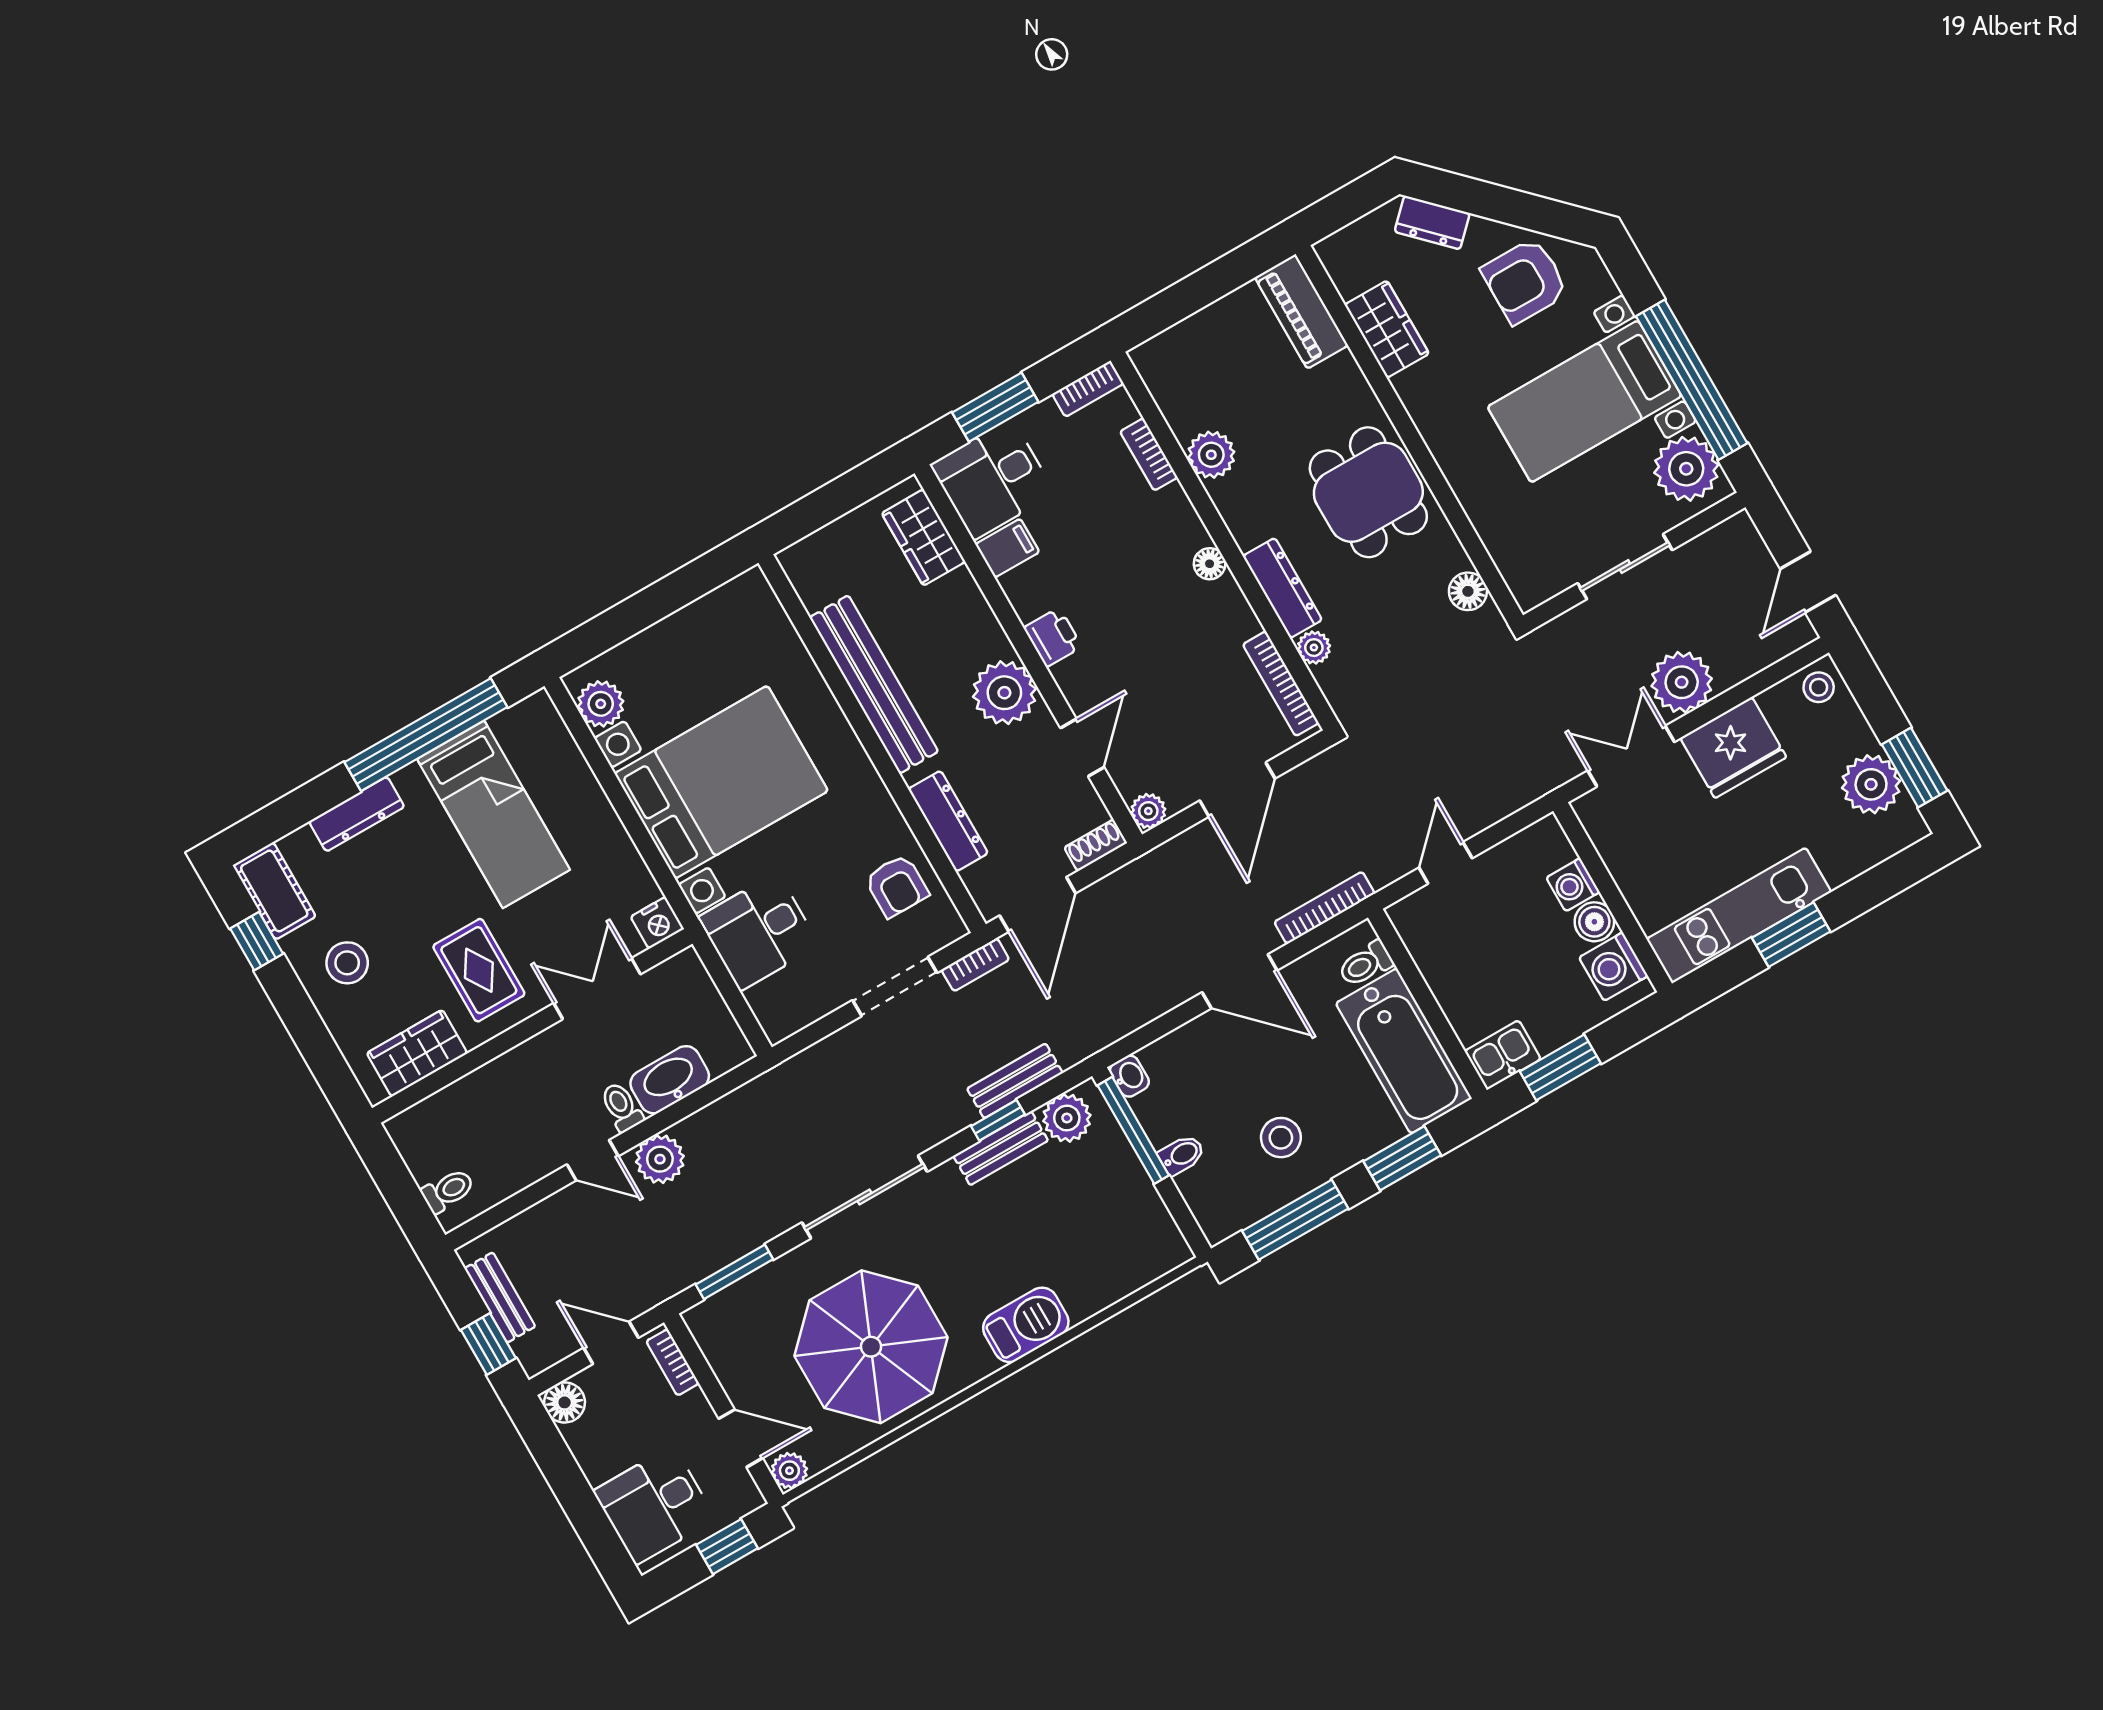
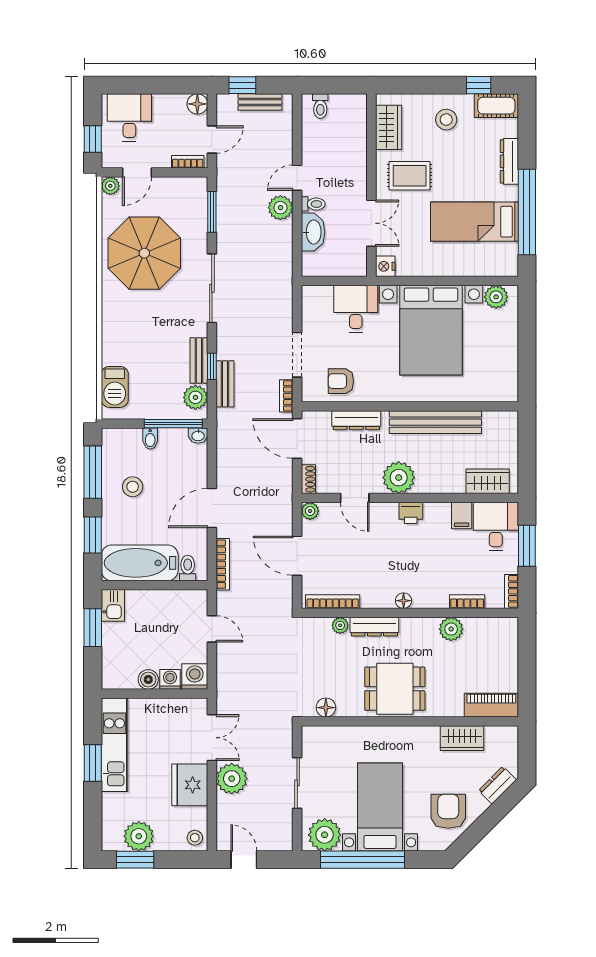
washing machine: (1613, 967) -> (195, 677), moved
barbecue: (1026, 1325) -> (115, 387), moved

